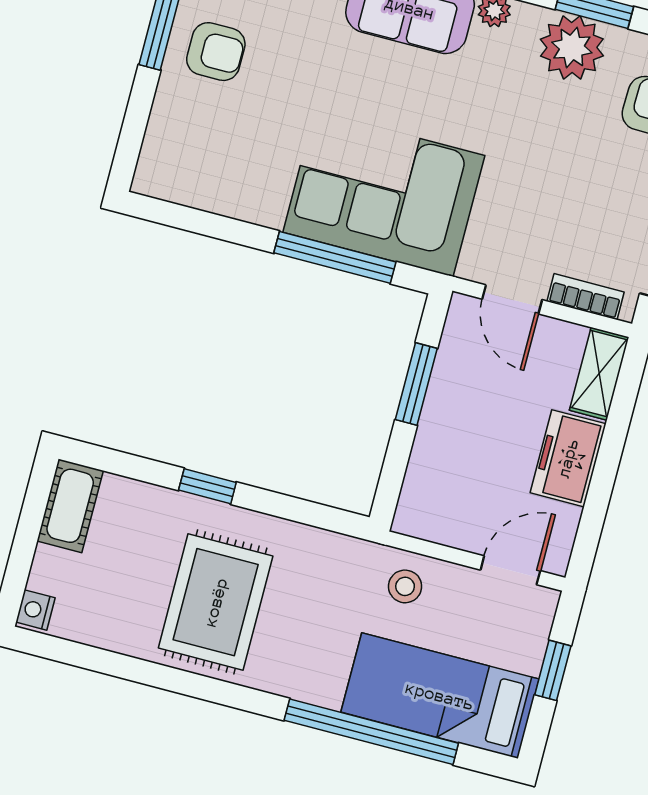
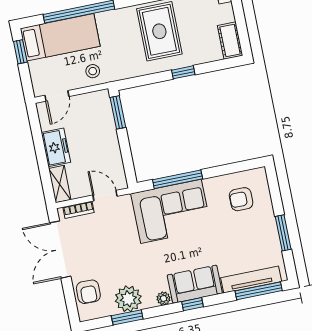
armchair: (216, 52) -> (241, 199), moved
window: (416, 384) -> (118, 112), moved
window: (553, 670) -> (20, 52), moved

